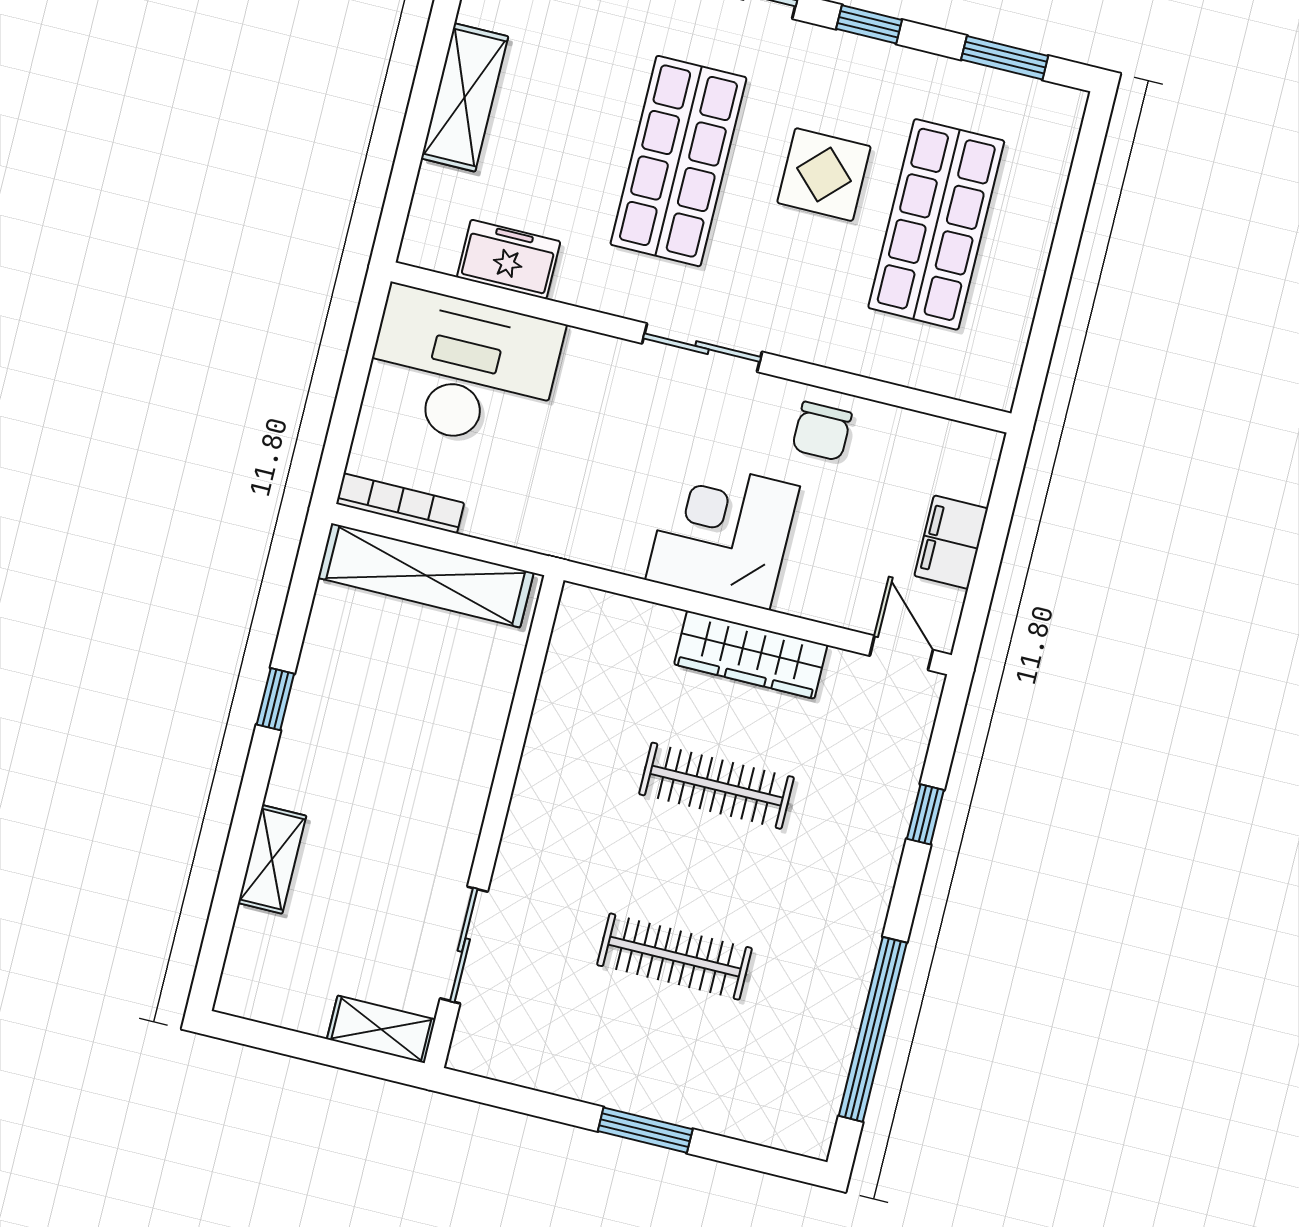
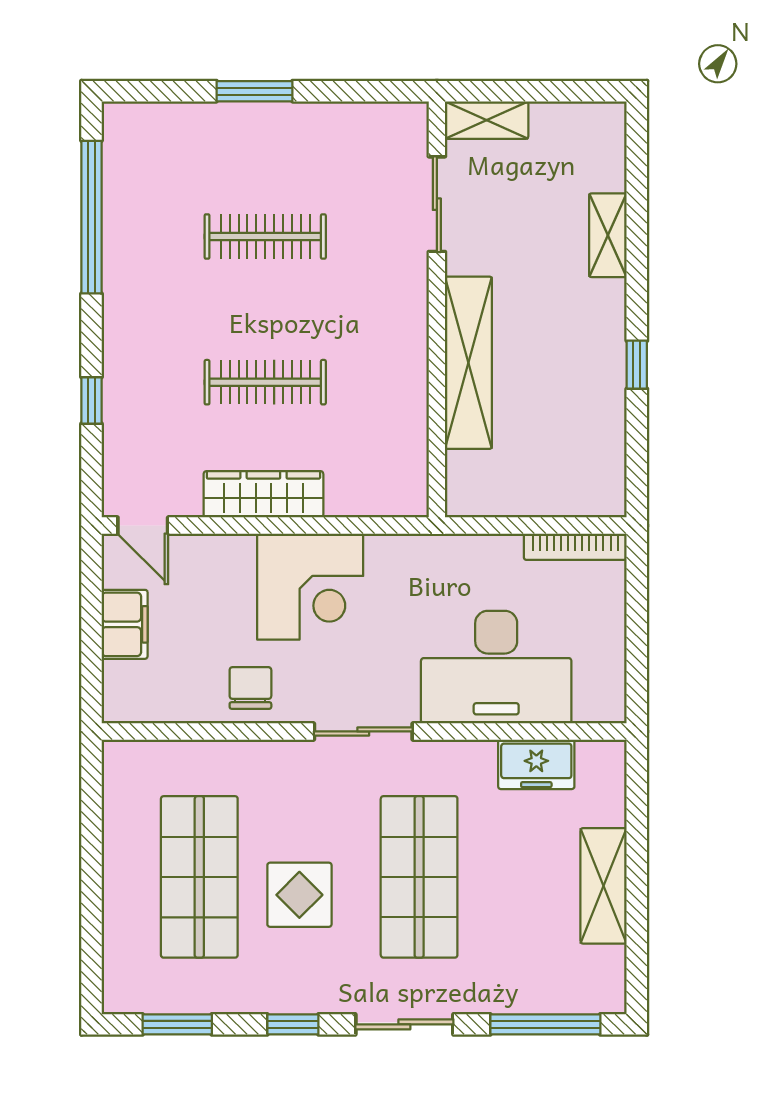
desk: (463, 369) -> (496, 667), moved
shelving: (426, 575) -> (468, 363), moved, turned 90

